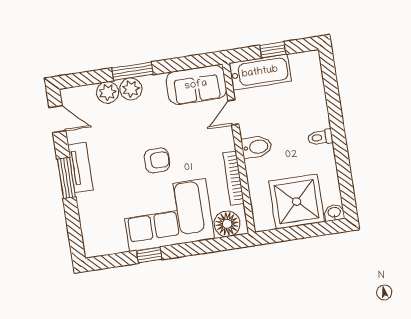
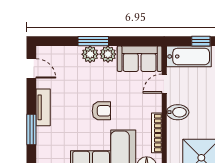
plant: (108, 92) -> (108, 54), moved
window: (66, 178) -> (31, 130), moved

